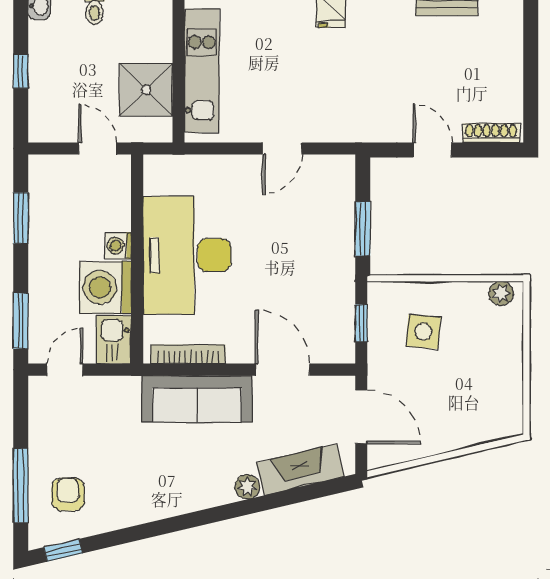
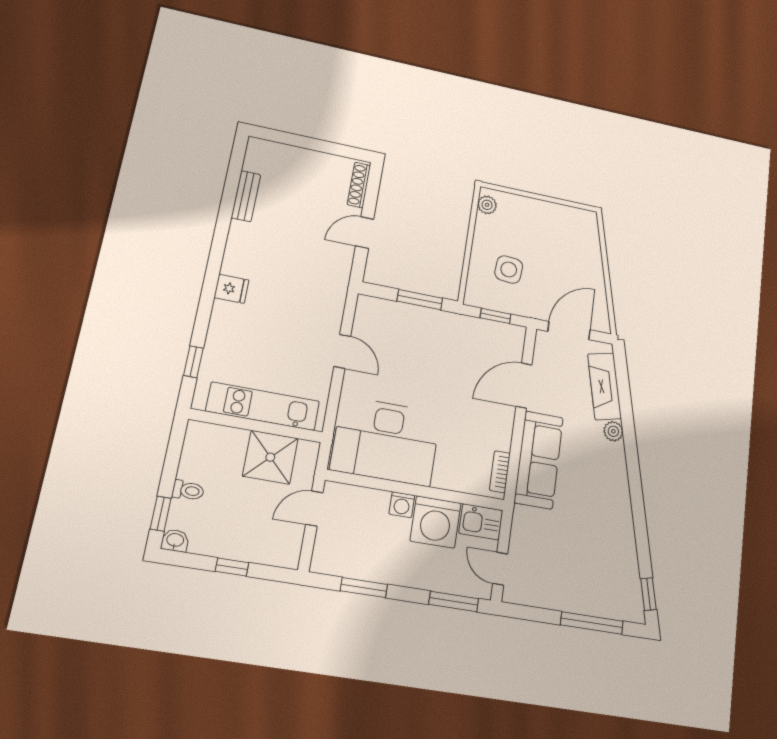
desk: (187, 255) -> (386, 441), moved
bookcase: (188, 354) -> (500, 472), width x0.64
armchair: (68, 494) -> (604, 583), removed

